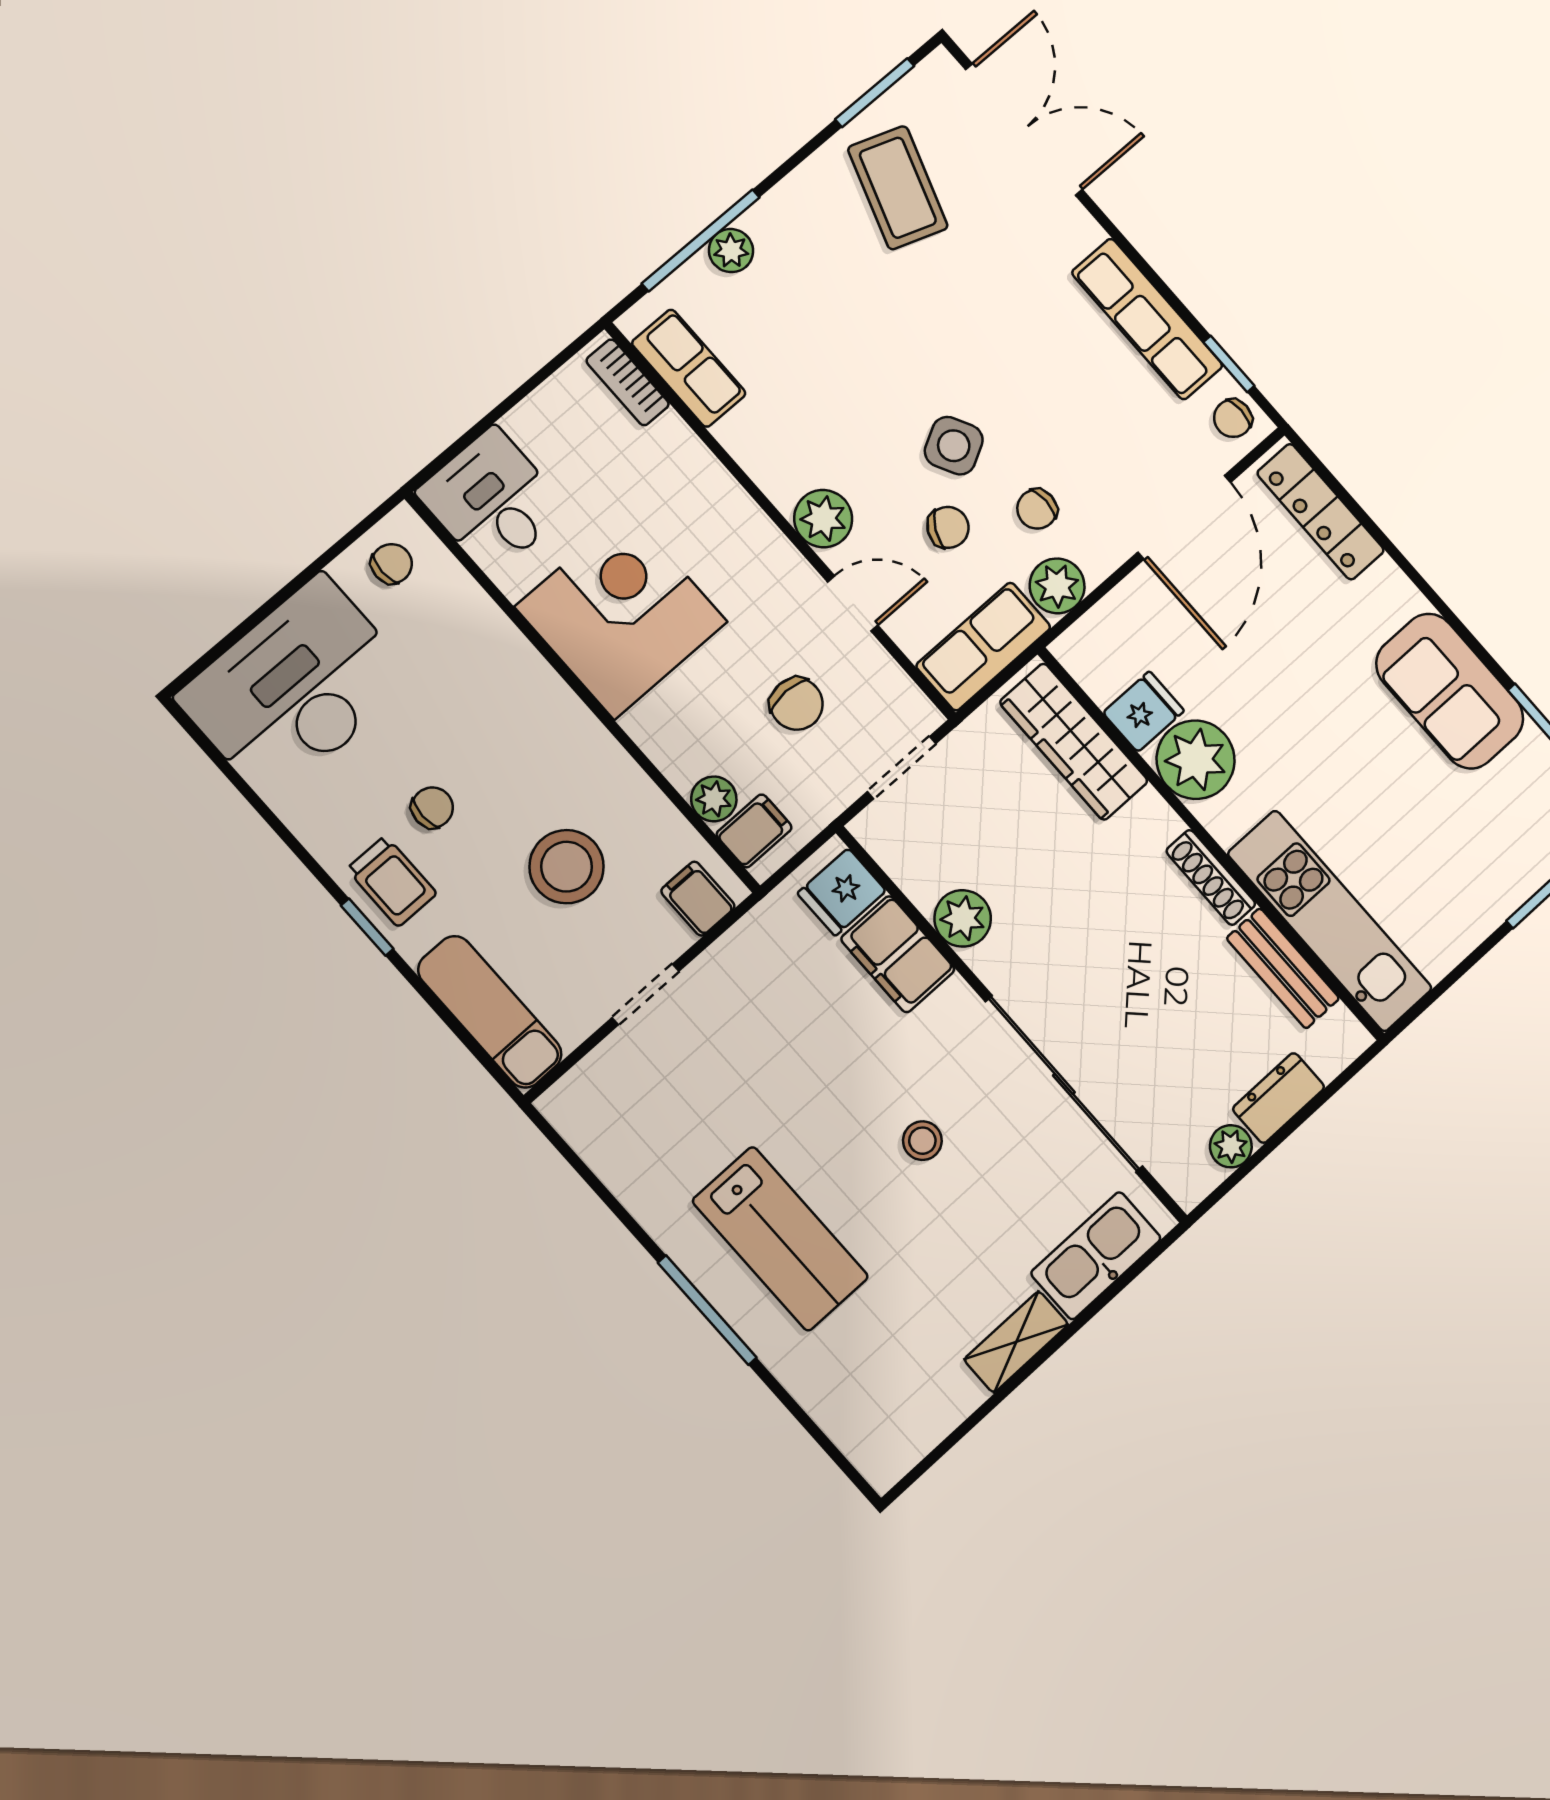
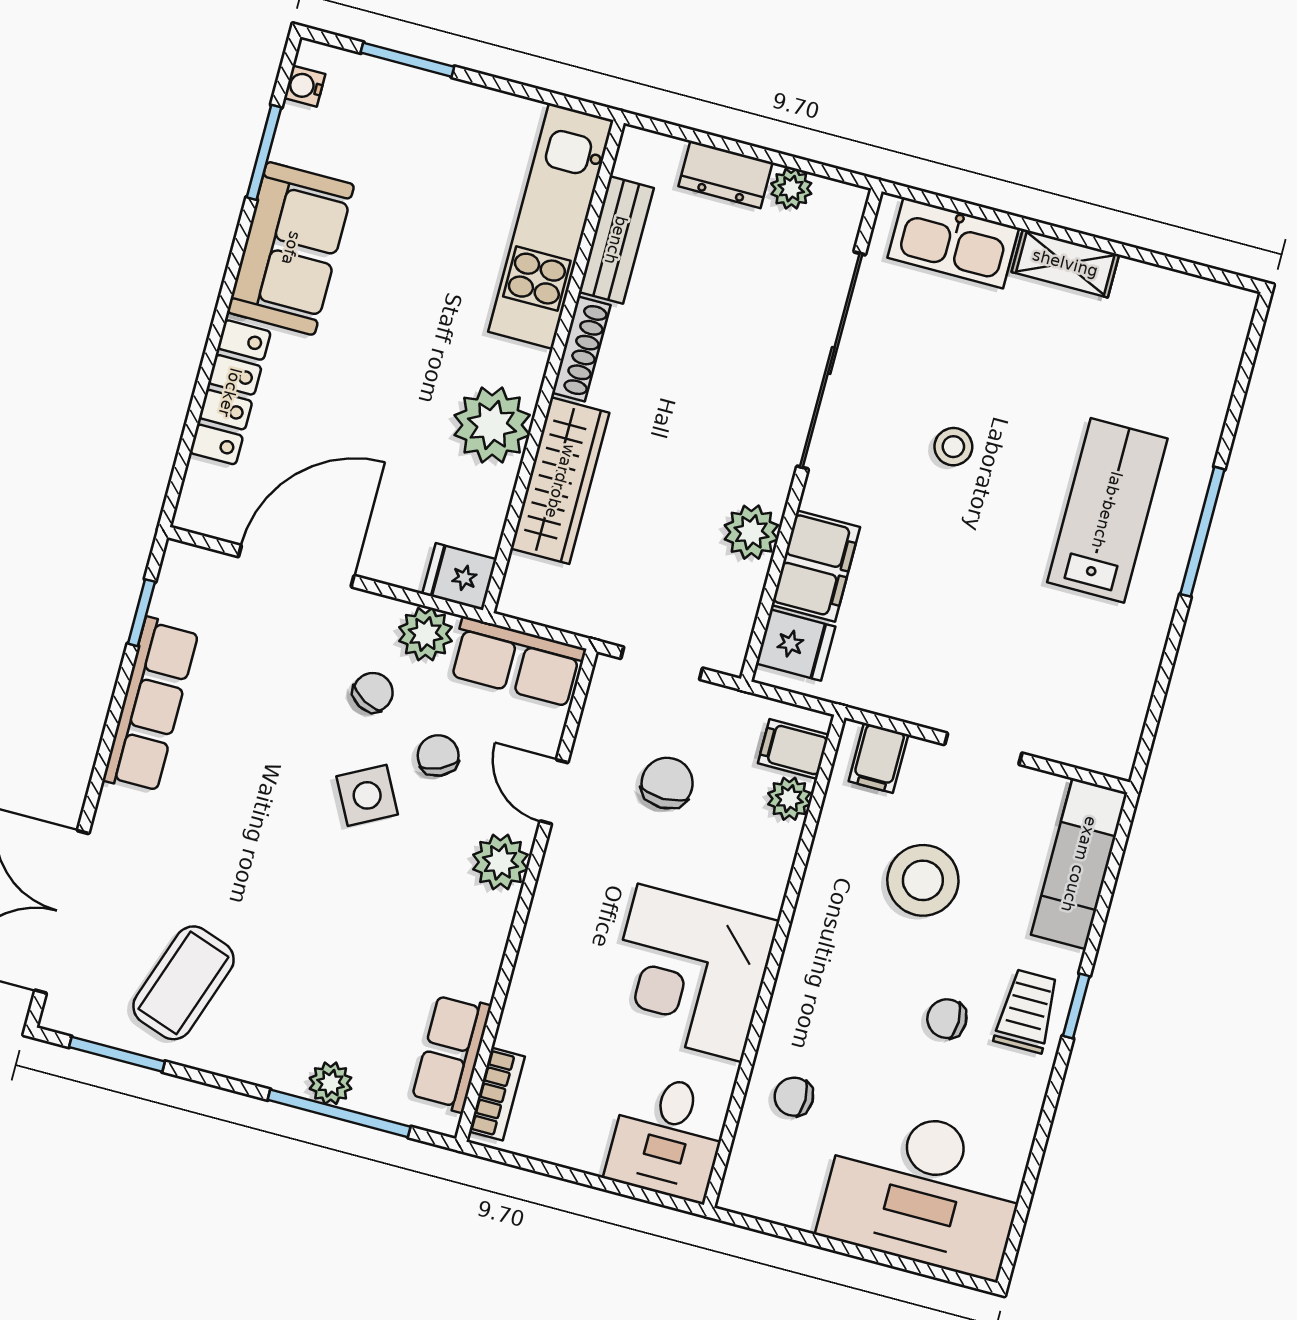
chair: (1233, 418) -> (185, 580), removed
chair: (1037, 509) -> (373, 692), turned -61
locker: (1321, 512) -> (230, 392), moved
chair: (948, 527) -> (438, 756), turned 38
chair: (392, 564) -> (794, 1097), moved
fridge: (1144, 712) -> (459, 577), moved
wardrobe: (1074, 742) -> (560, 481), moved

